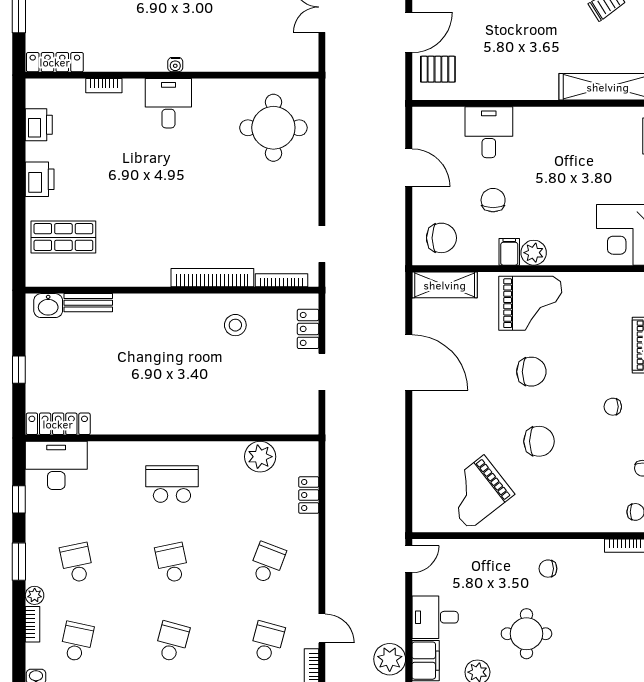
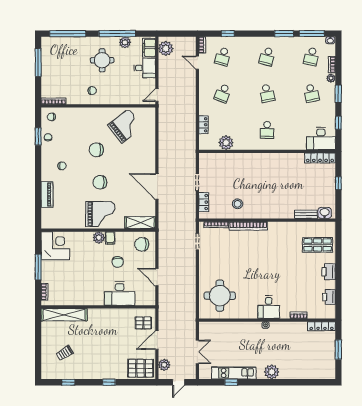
desk: (489, 132) -> (120, 294), width x1.37
grand piano: (530, 303) -> (100, 214), turned 180
school desk: (172, 484) -> (267, 130), width x0.54

